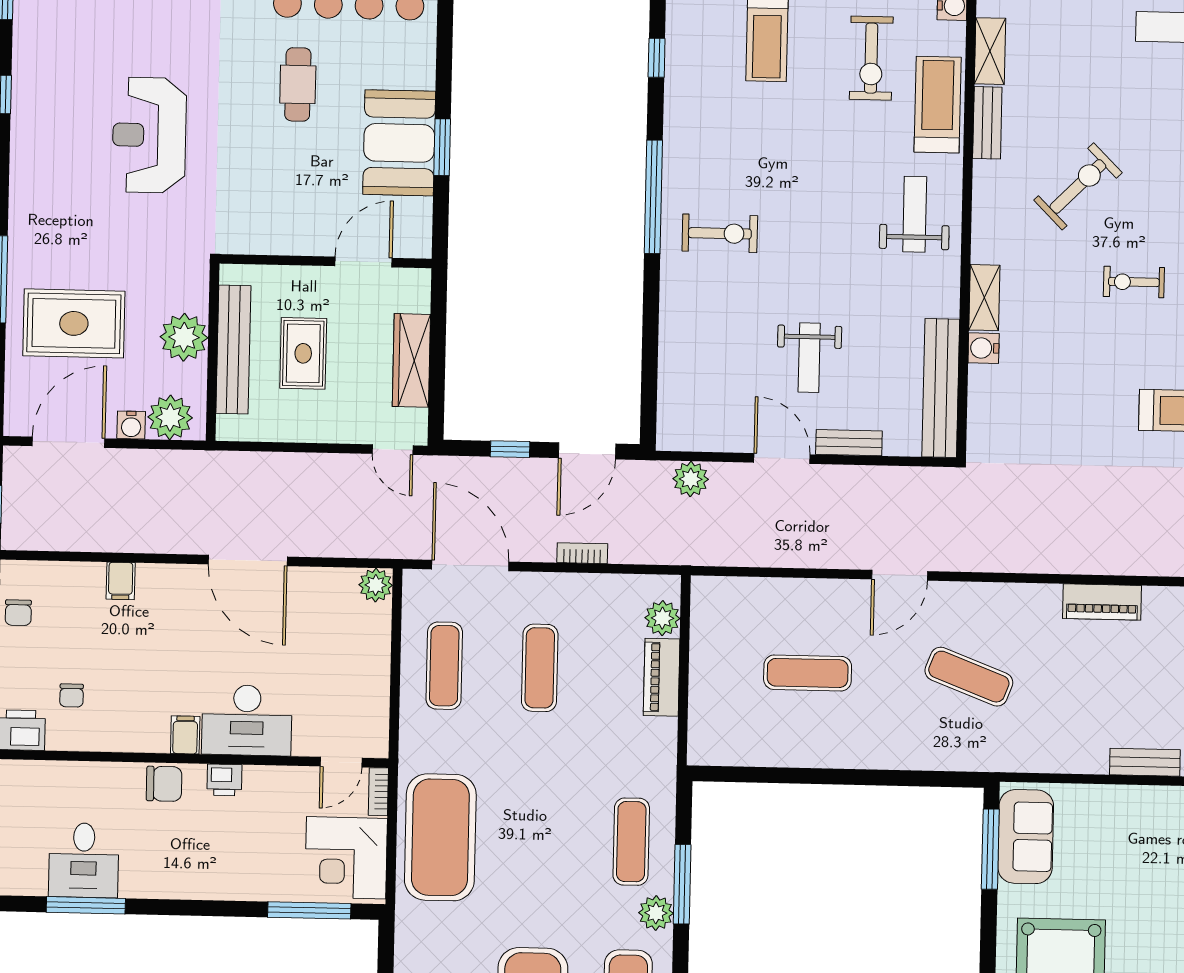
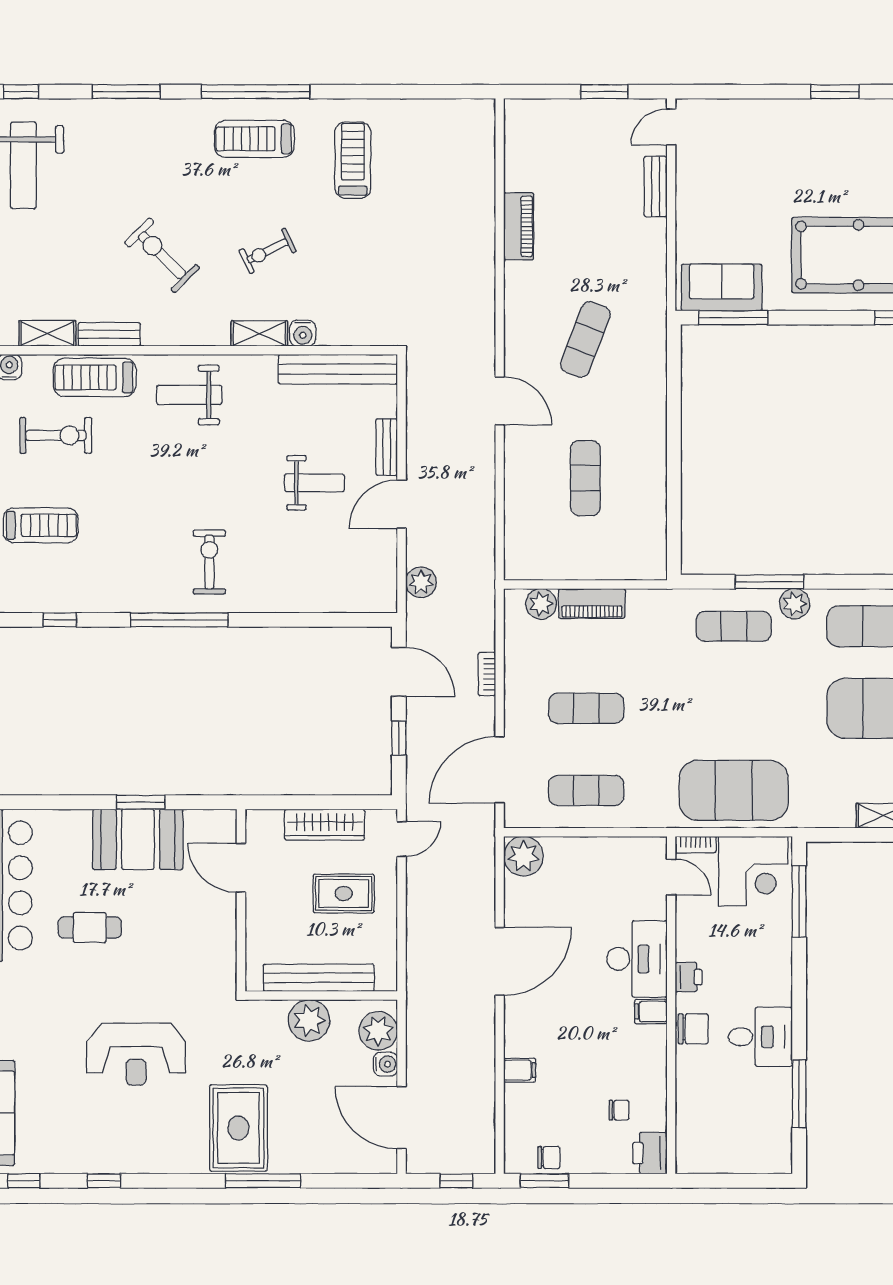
exercise bike: (1134, 282) -> (267, 251), moved, turned 64
rug: (74, 323) -> (238, 1128), moved
rug: (303, 353) -> (344, 894), moved
plant: (376, 585) -> (524, 856), width x1.36, depth x1.36
chair: (164, 784) -> (693, 1029), turned 90
desk: (84, 860) -> (760, 1037), moved

